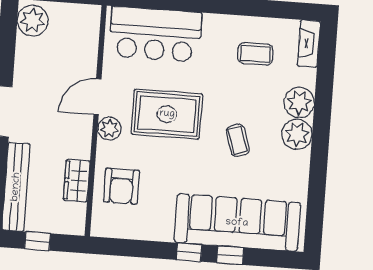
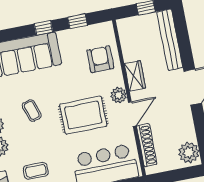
shoe rack: (89, 47) -> (147, 145), added
wardrobe: (77, 181) -> (135, 76), moved
window: (230, 255) -> (77, 21), moved

